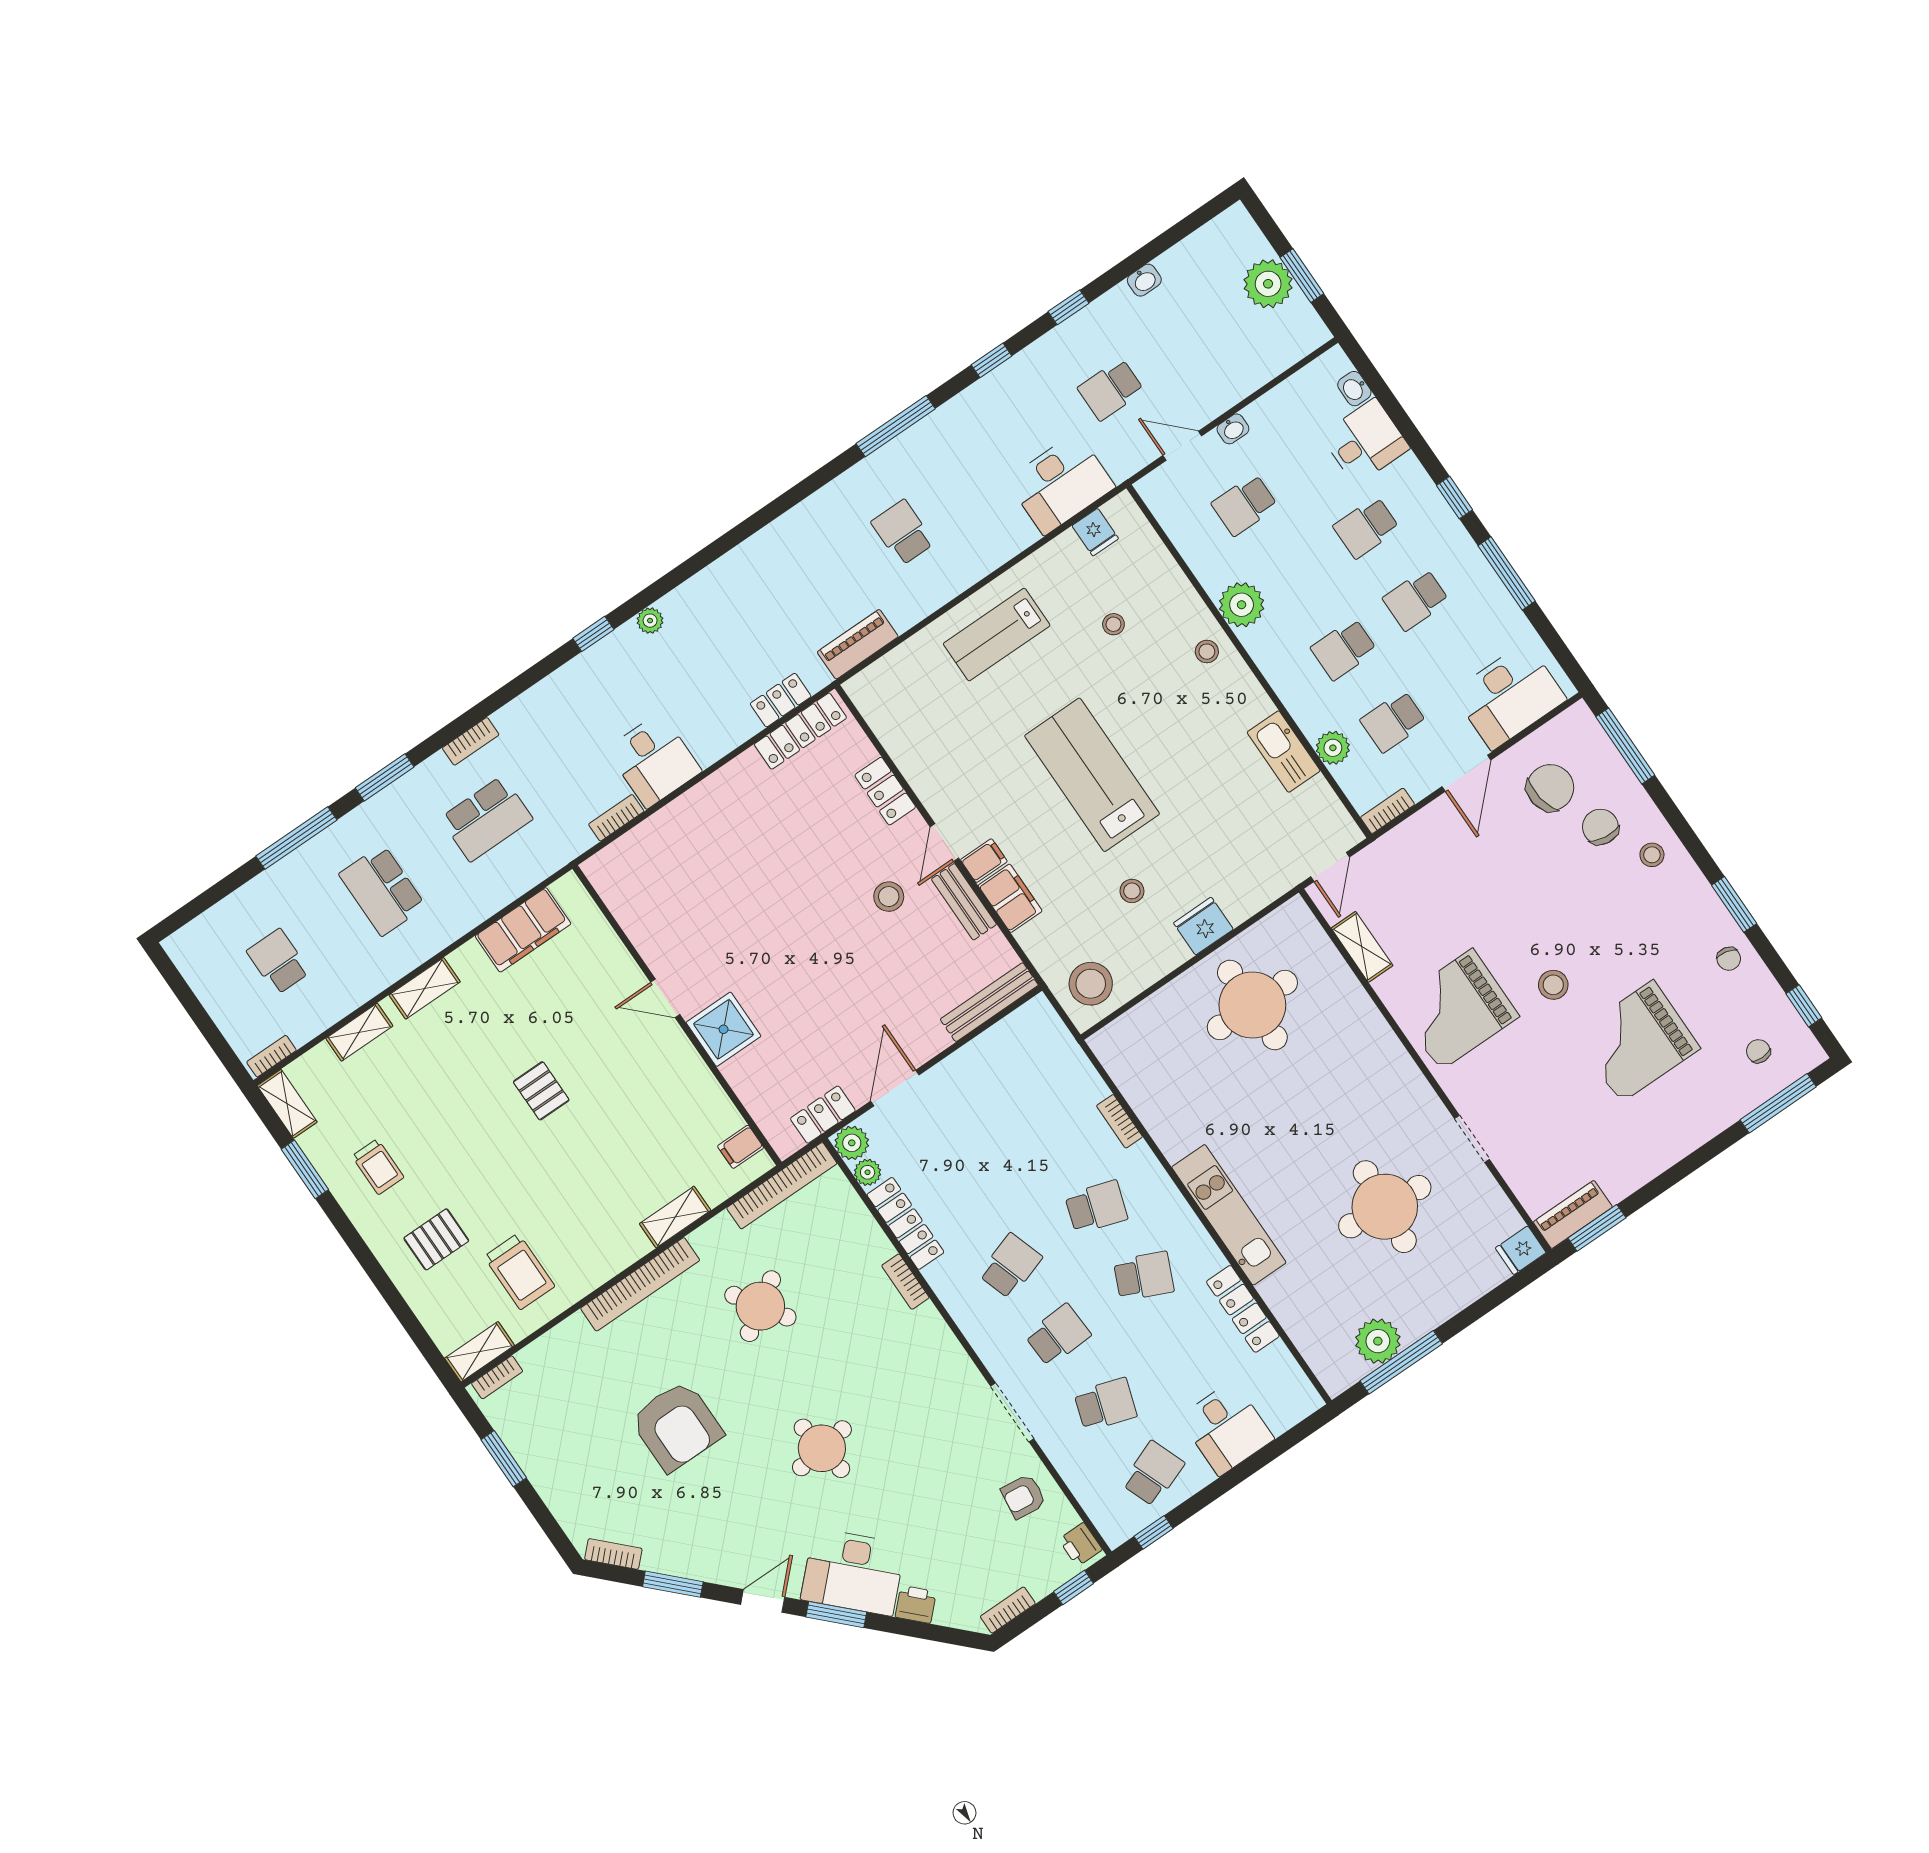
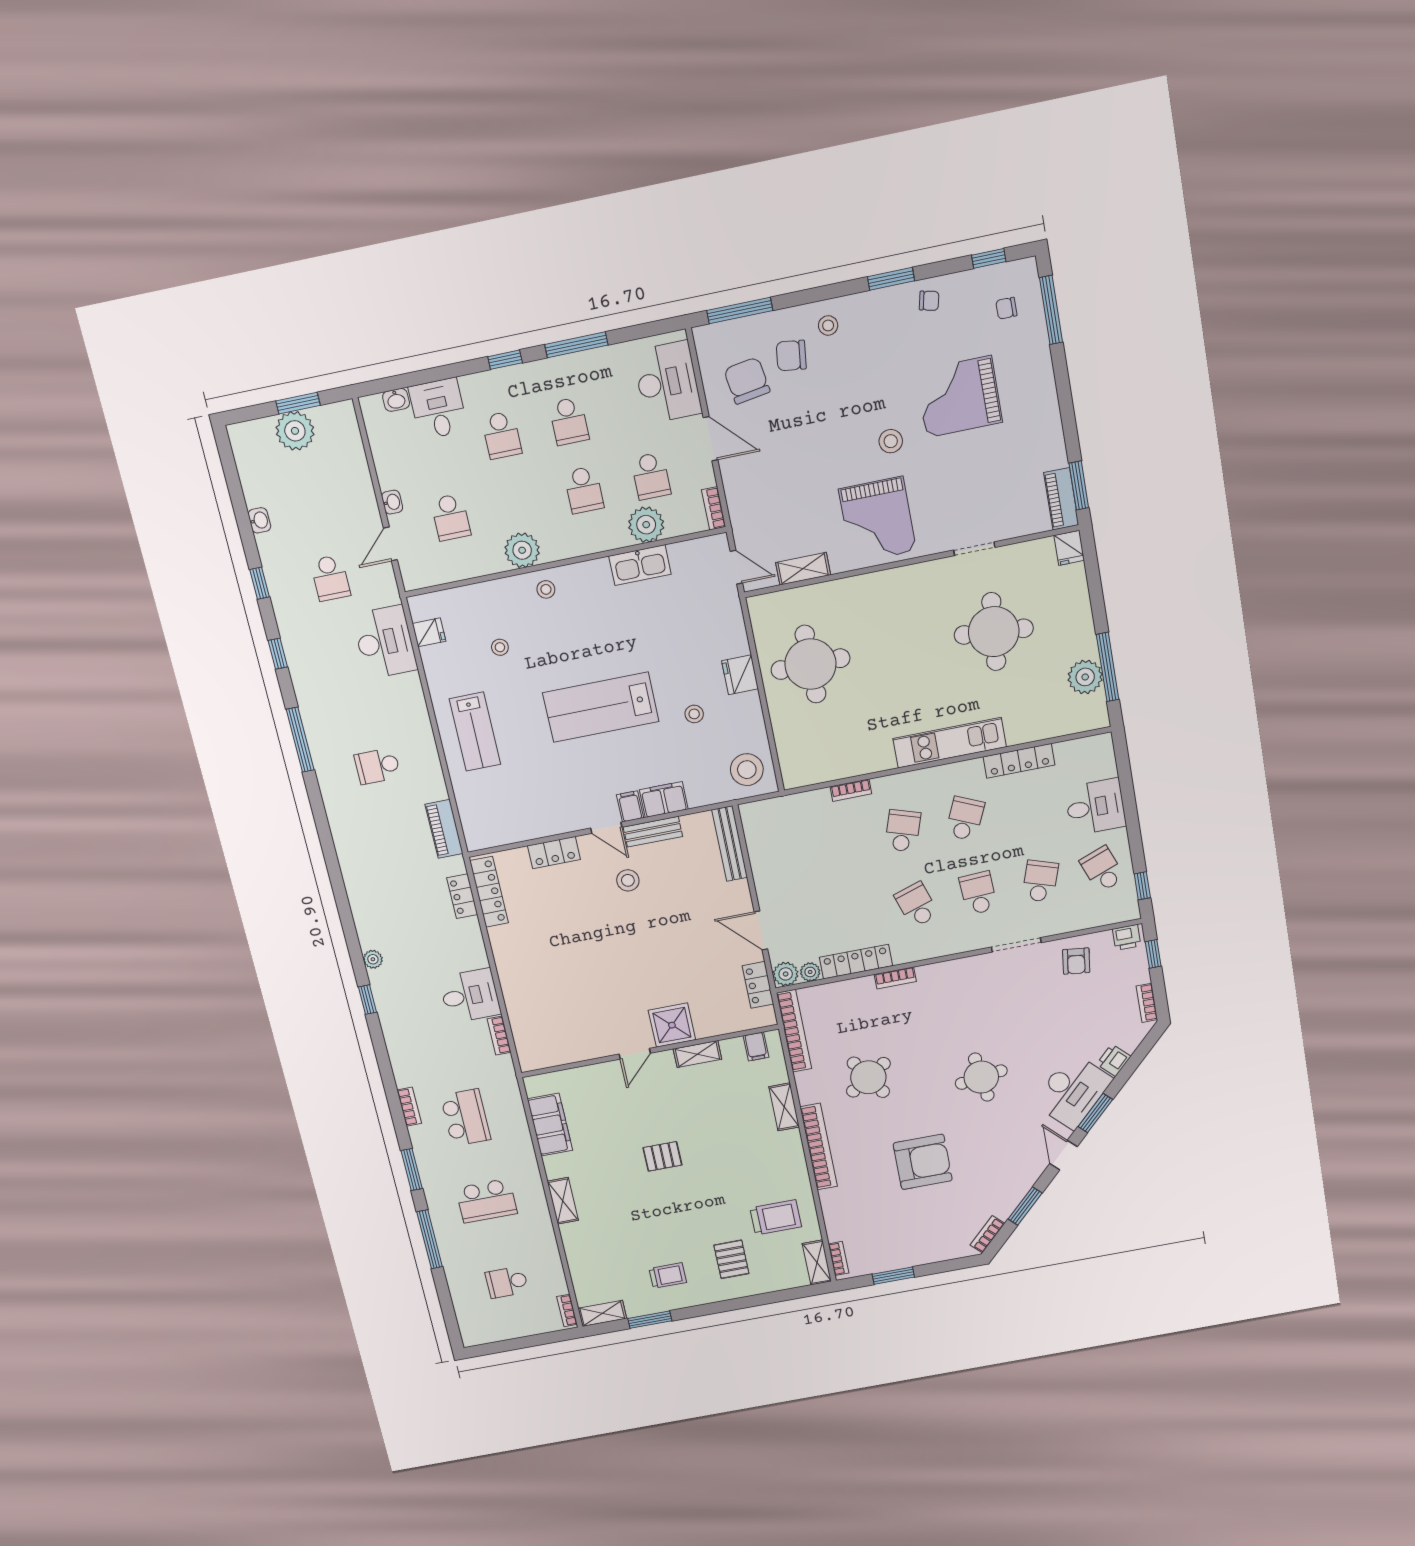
plant: (1333, 748) -> (646, 525), width x1.36, depth x1.36
shelving: (359, 1032) -> (697, 1054), moved, turned 90
grand piano: (1637, 1041) -> (959, 397), turned 90

